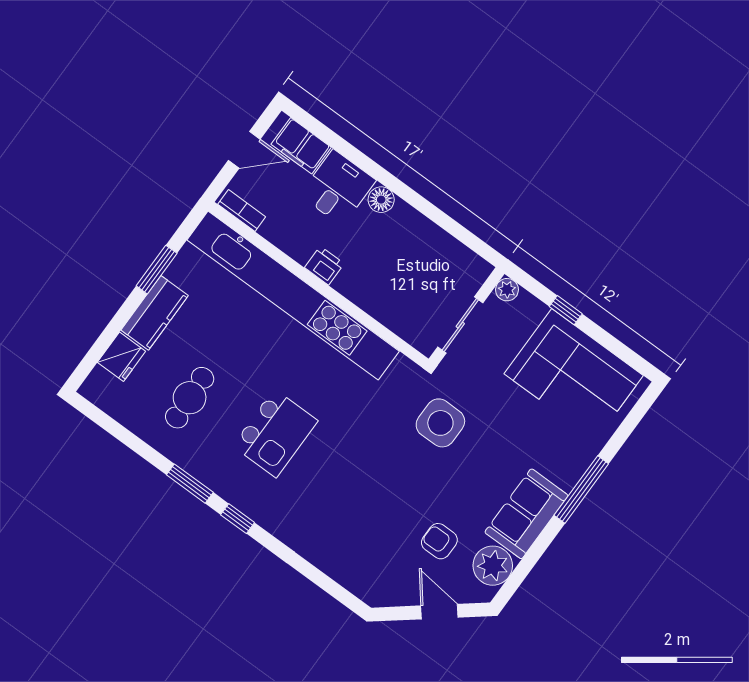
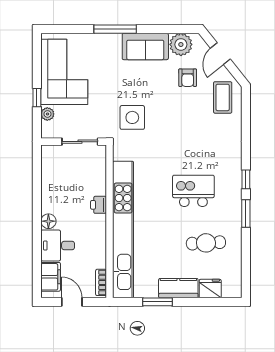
printer: (324, 266) -> (99, 205), moved
plant: (507, 290) -> (47, 114), moved
coffee table: (376, 570) -> (223, 97), added

